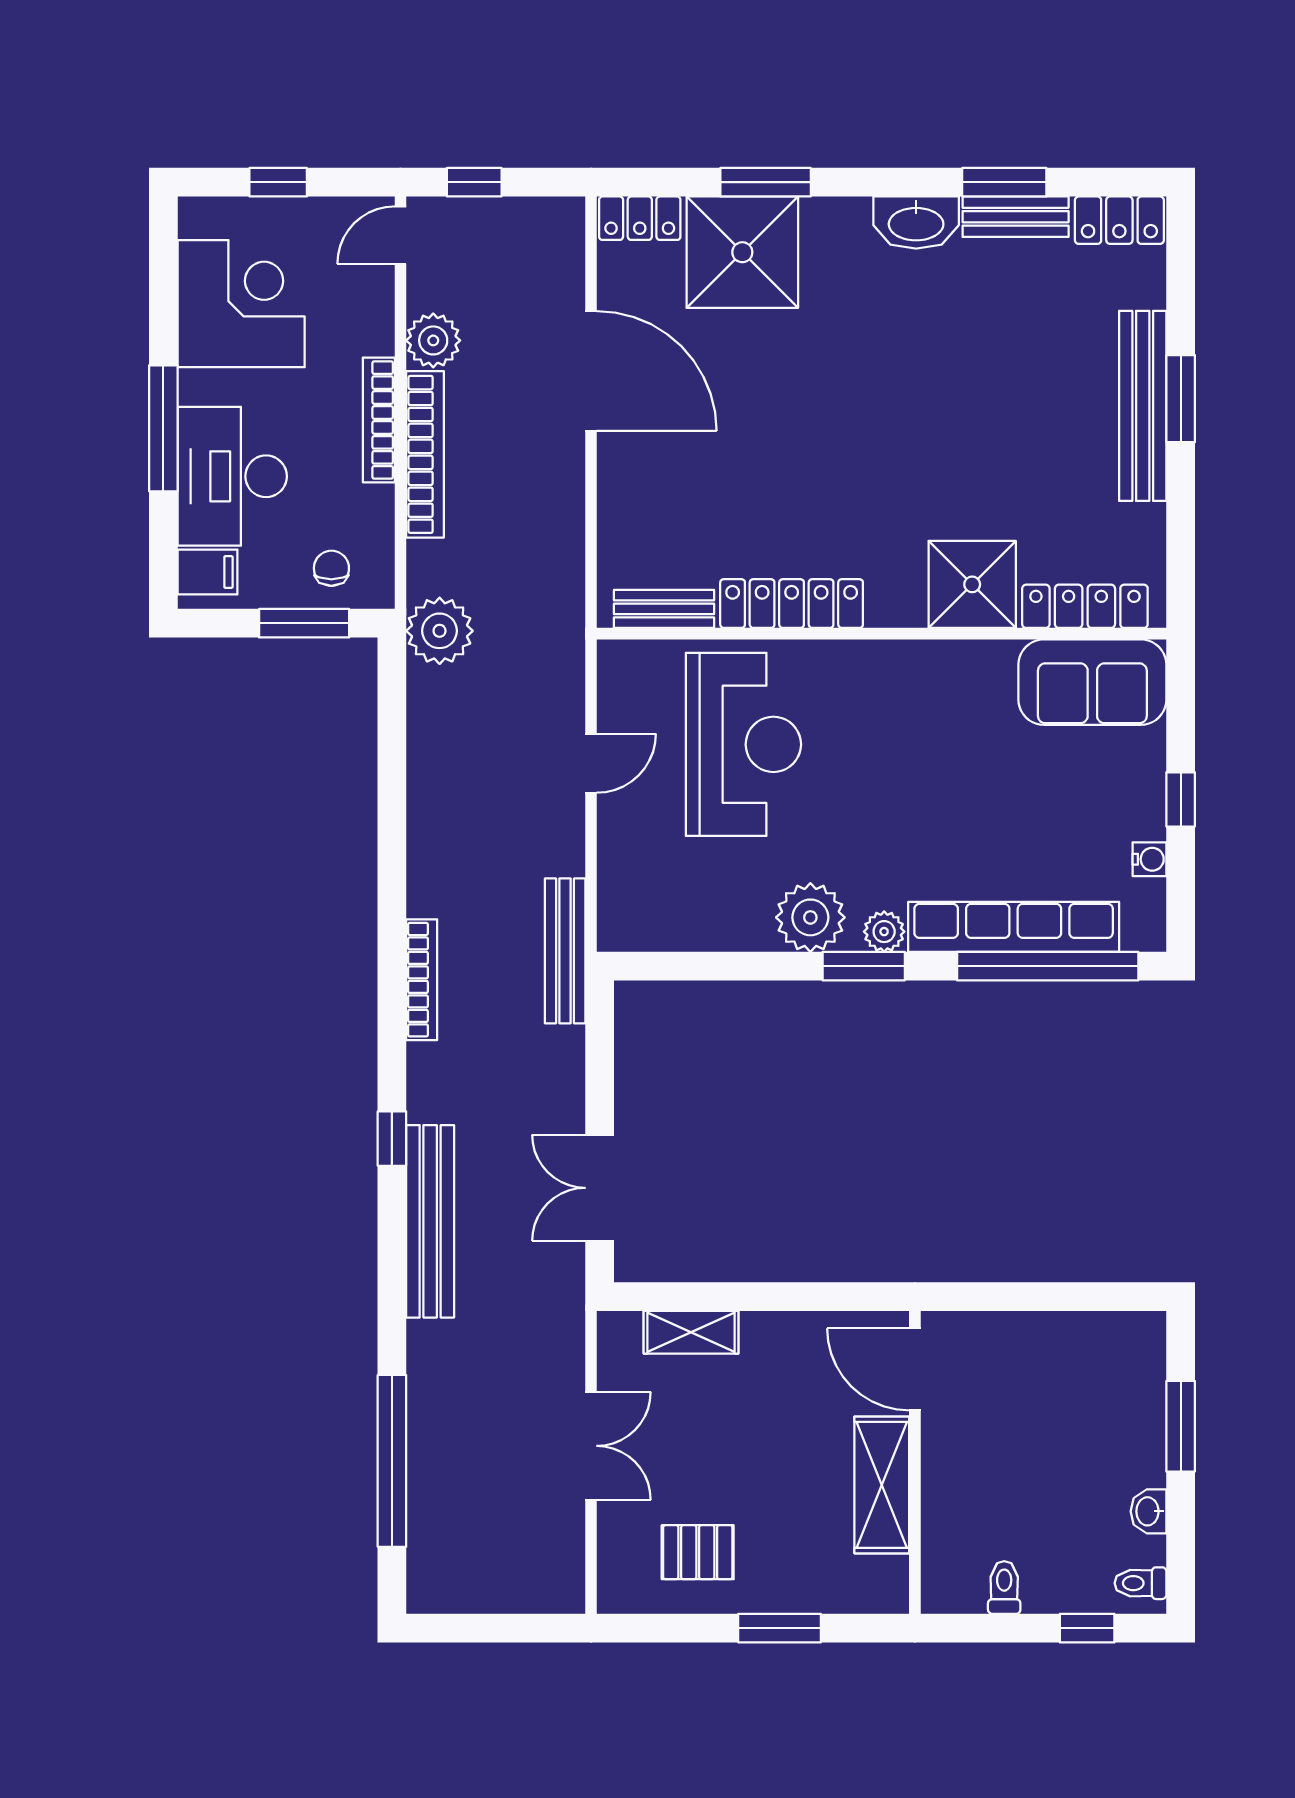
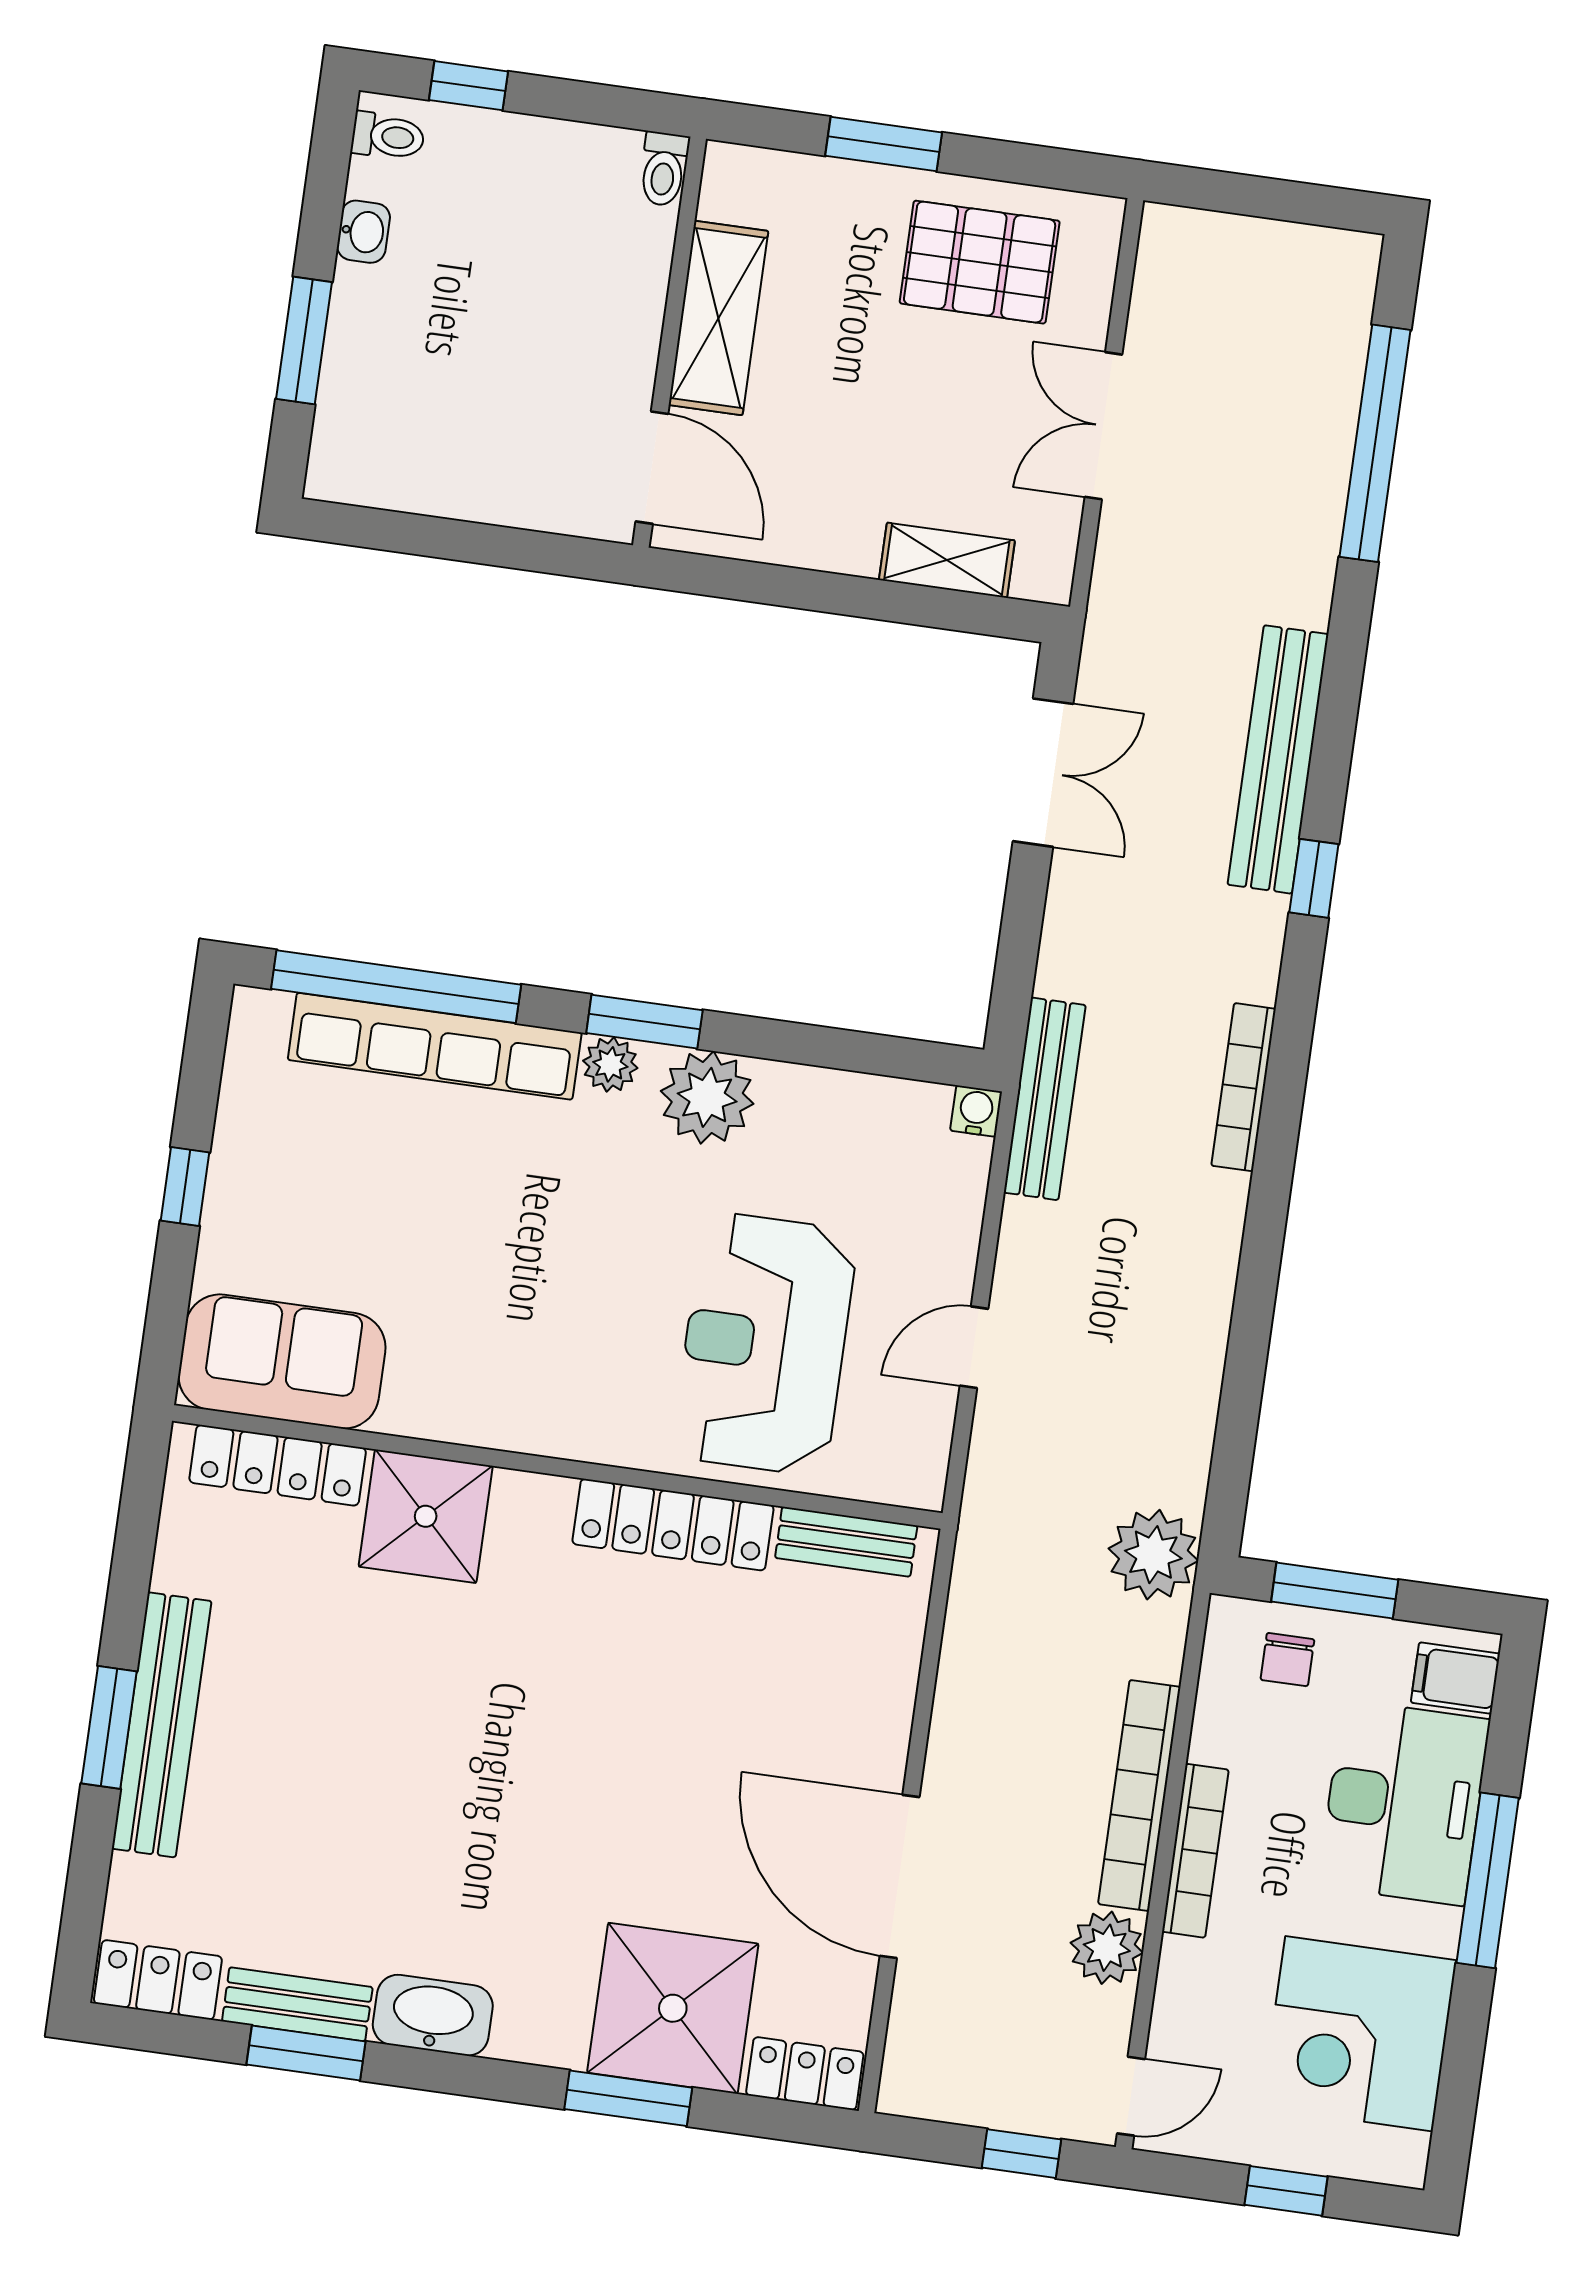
water cooler: (1149, 859) -> (976, 1111), moved, turned 90
pallet: (698, 1552) -> (980, 262), width x1.50, depth x1.42
toilet: (1004, 1587) -> (664, 169), moved

